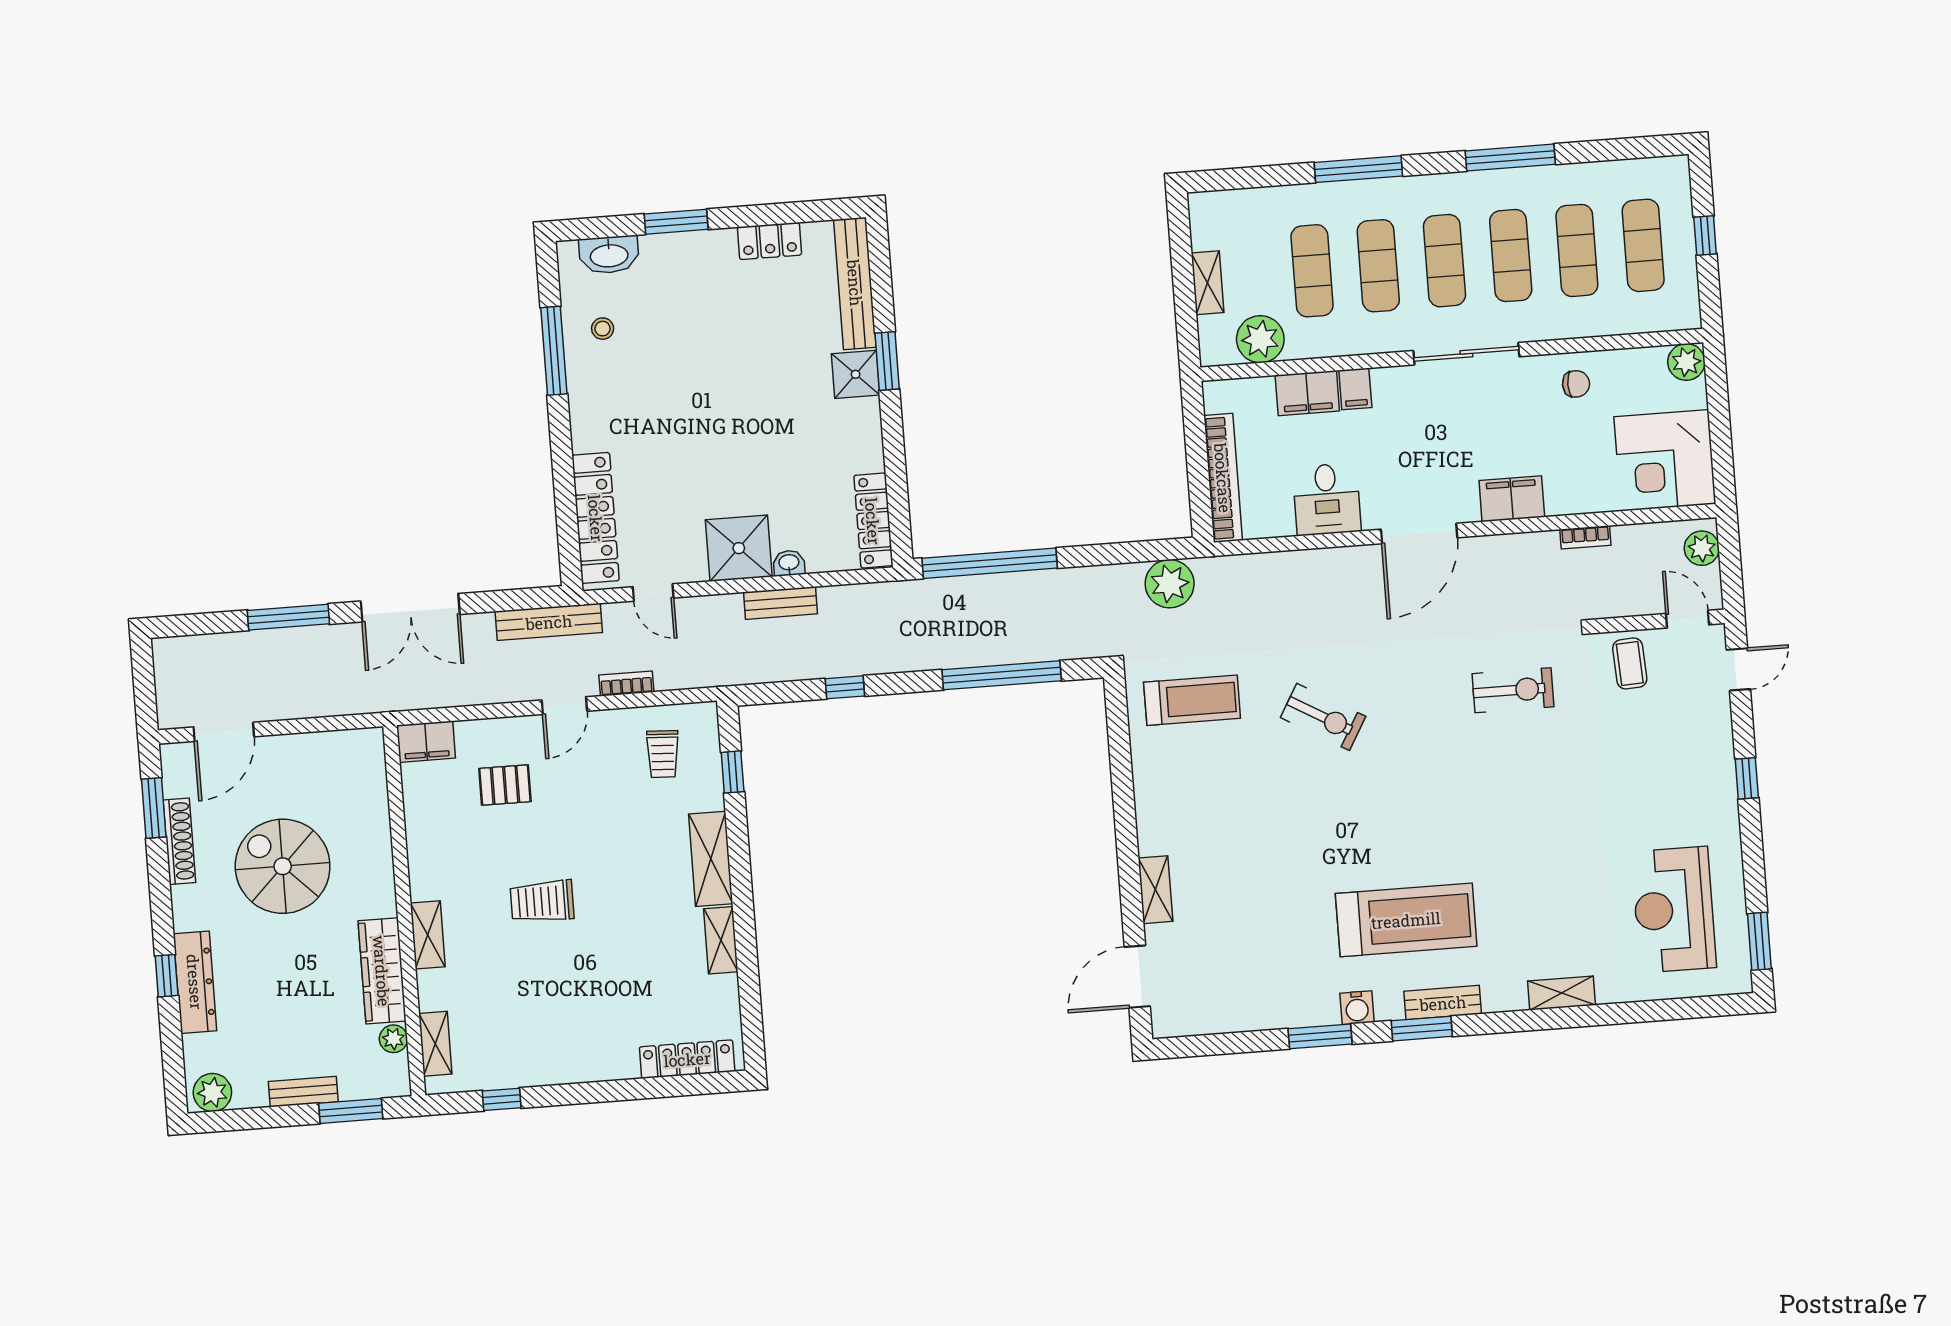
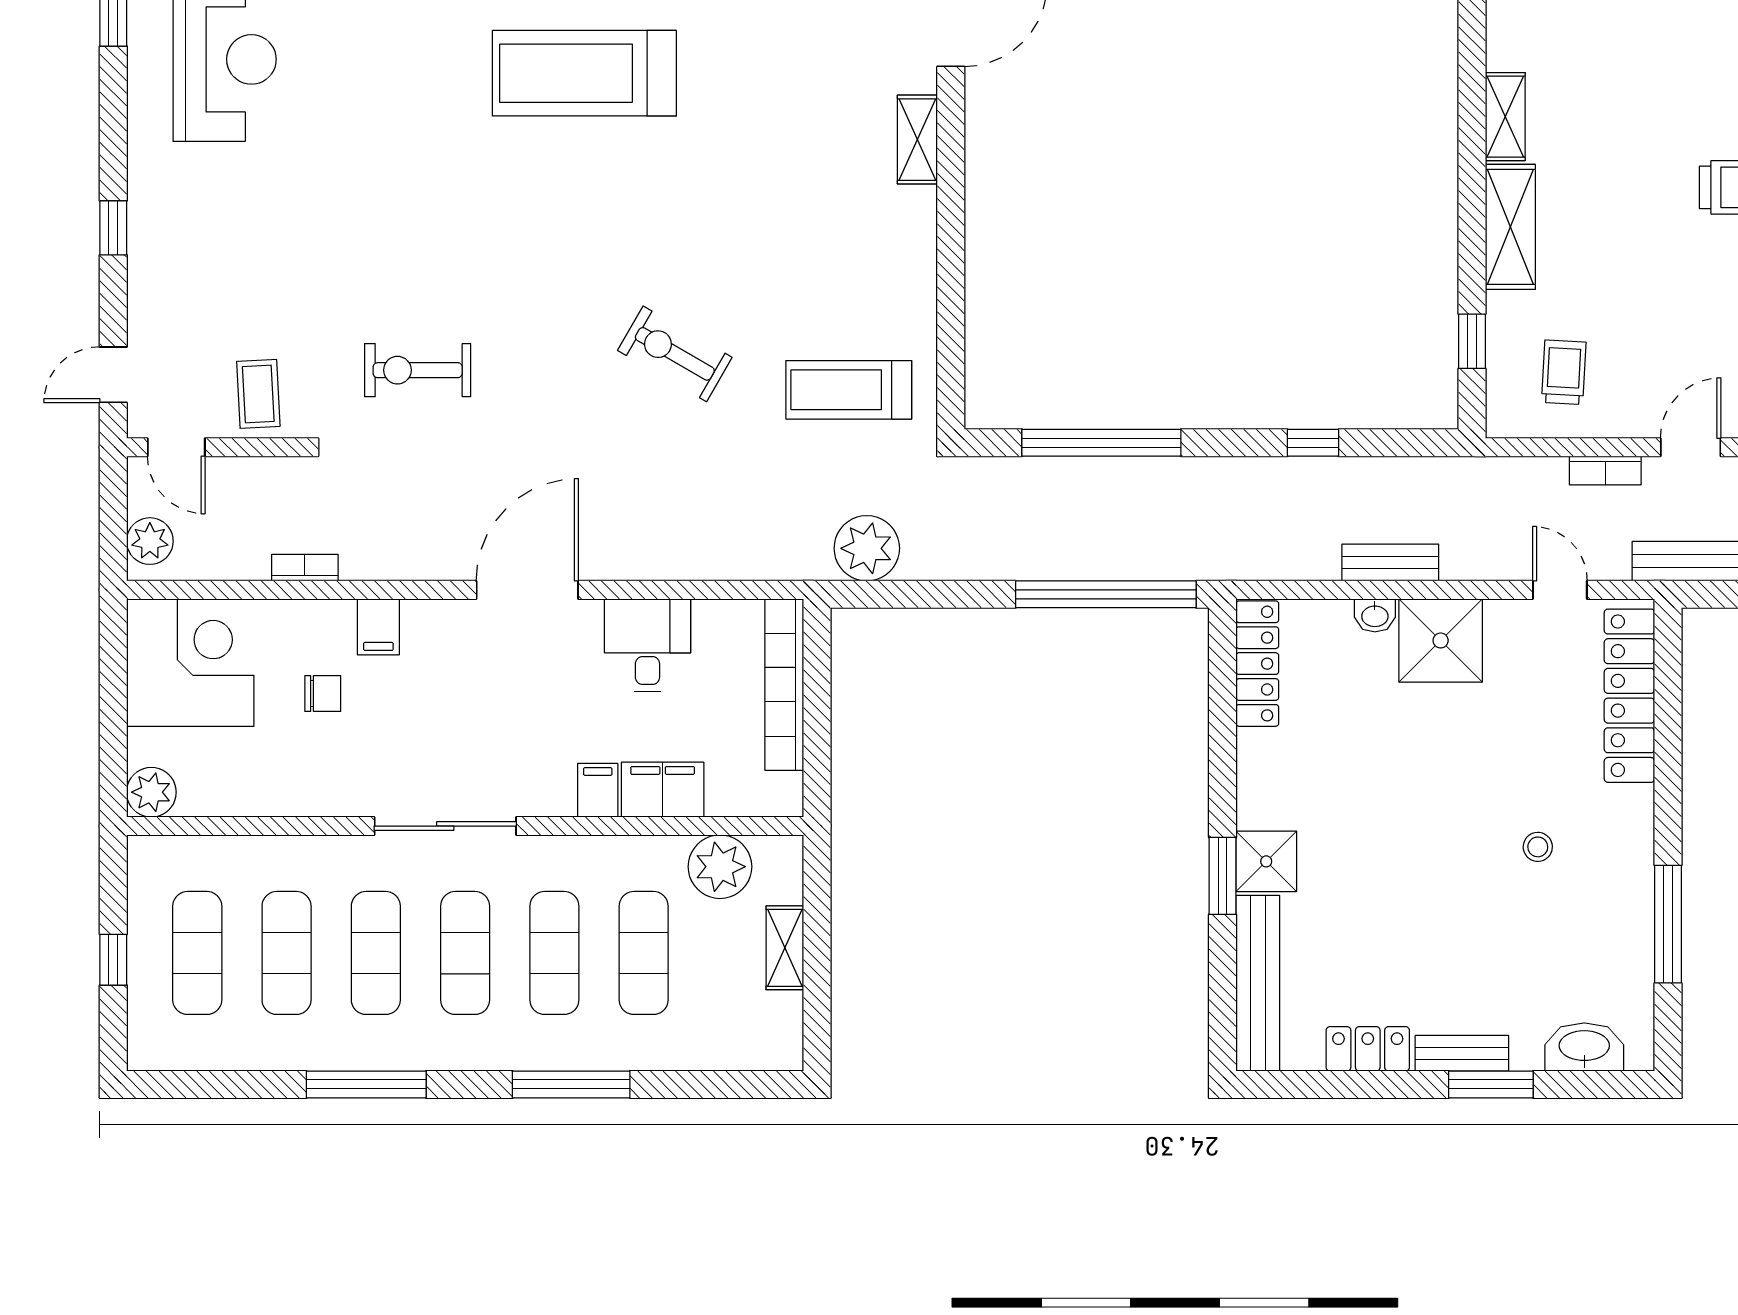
bench: (699, 243) -> (1462, 1053), added
stool: (603, 329) -> (1538, 847), moved
chair: (1576, 384) -> (323, 693), moved, turned 180
filing cabinet: (1512, 499) -> (378, 627), width x0.50

